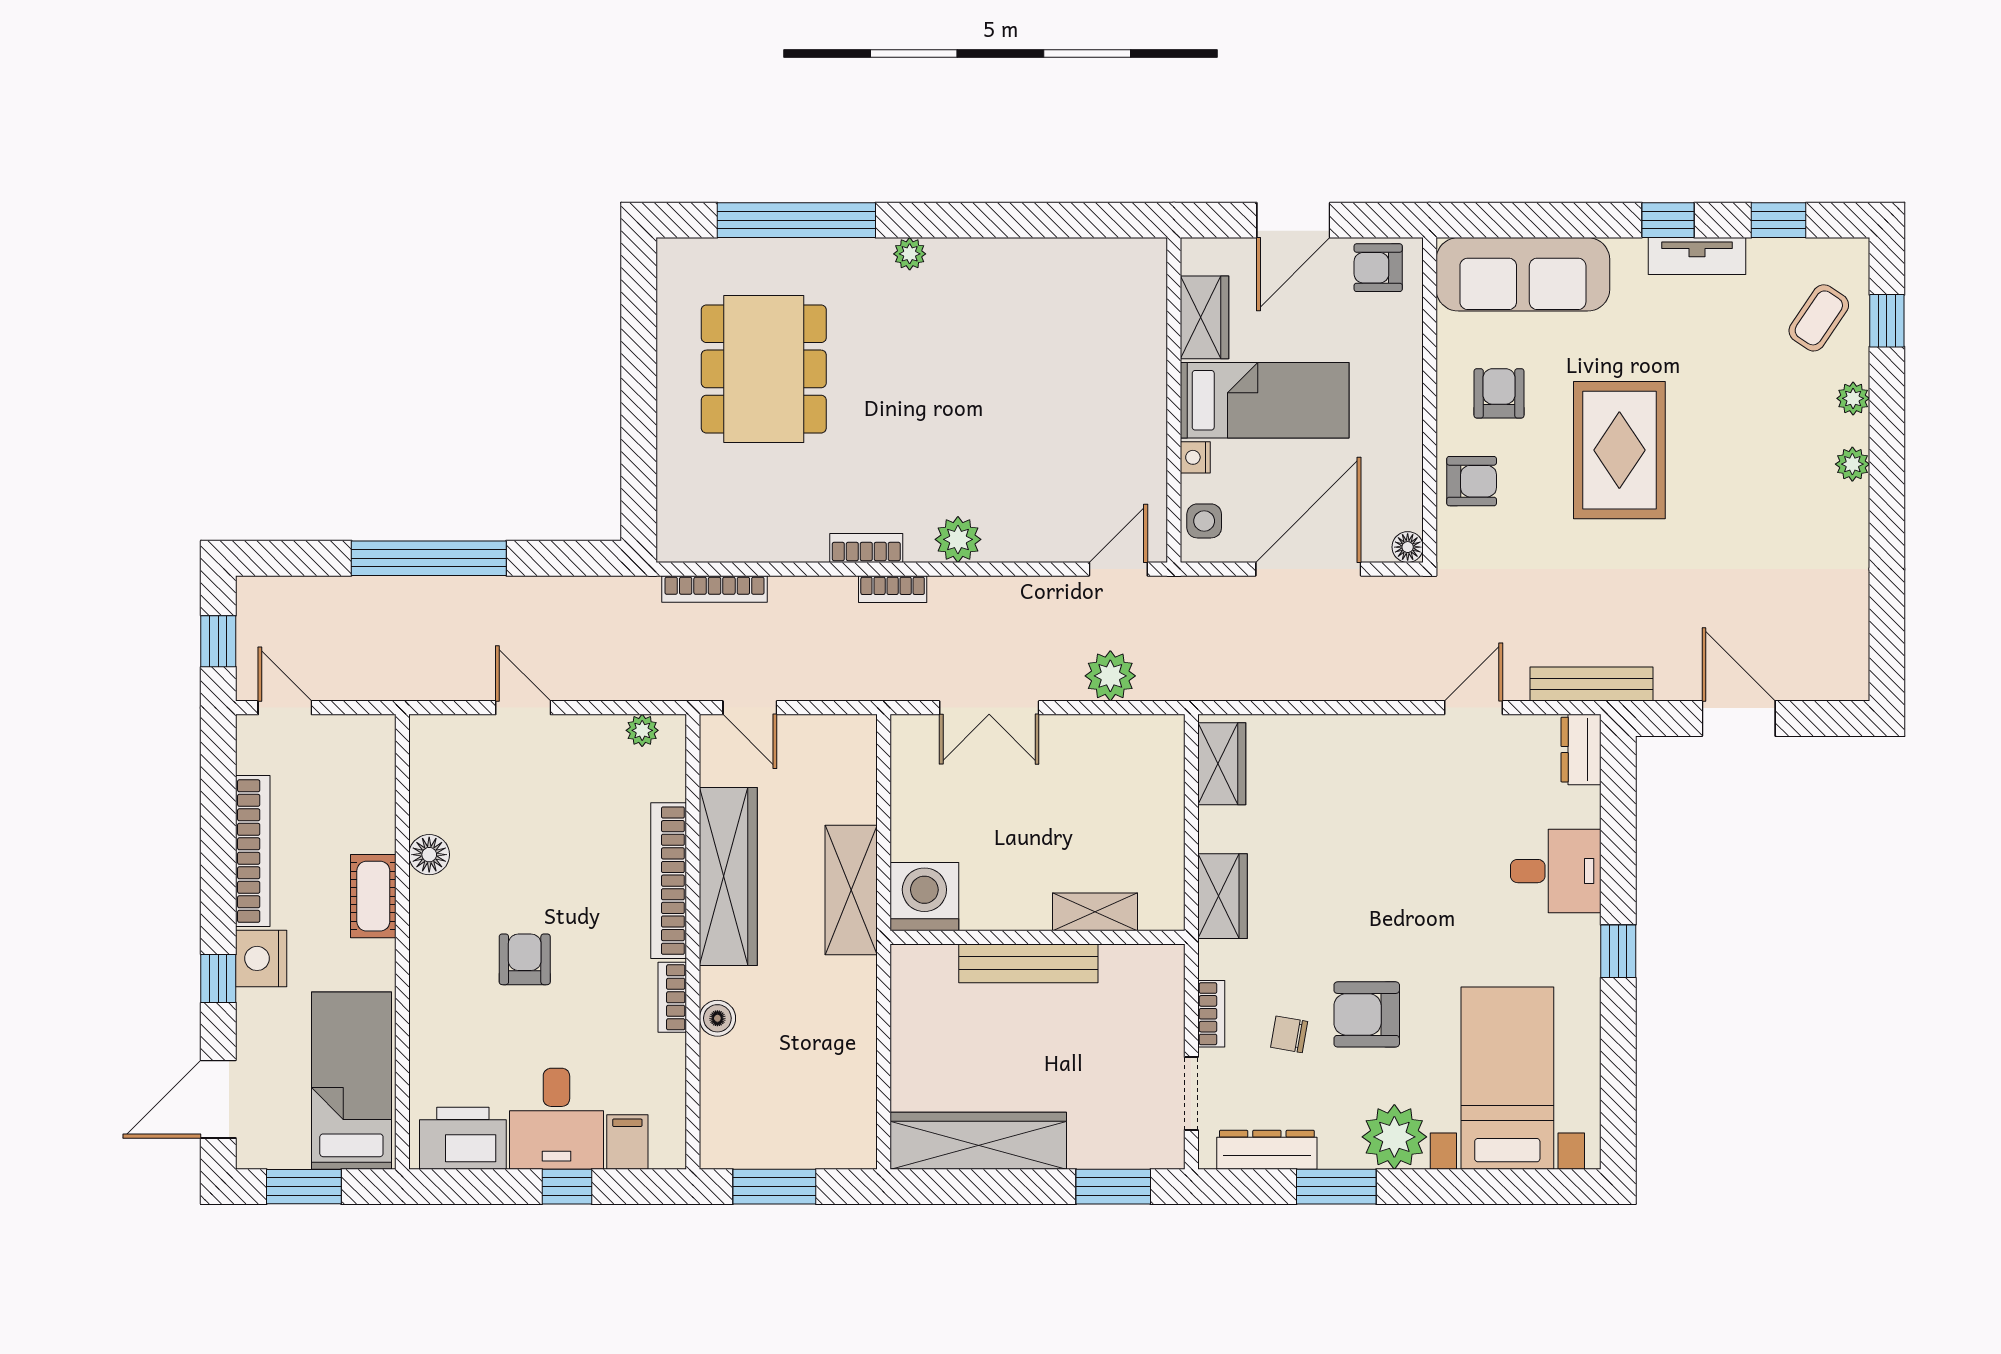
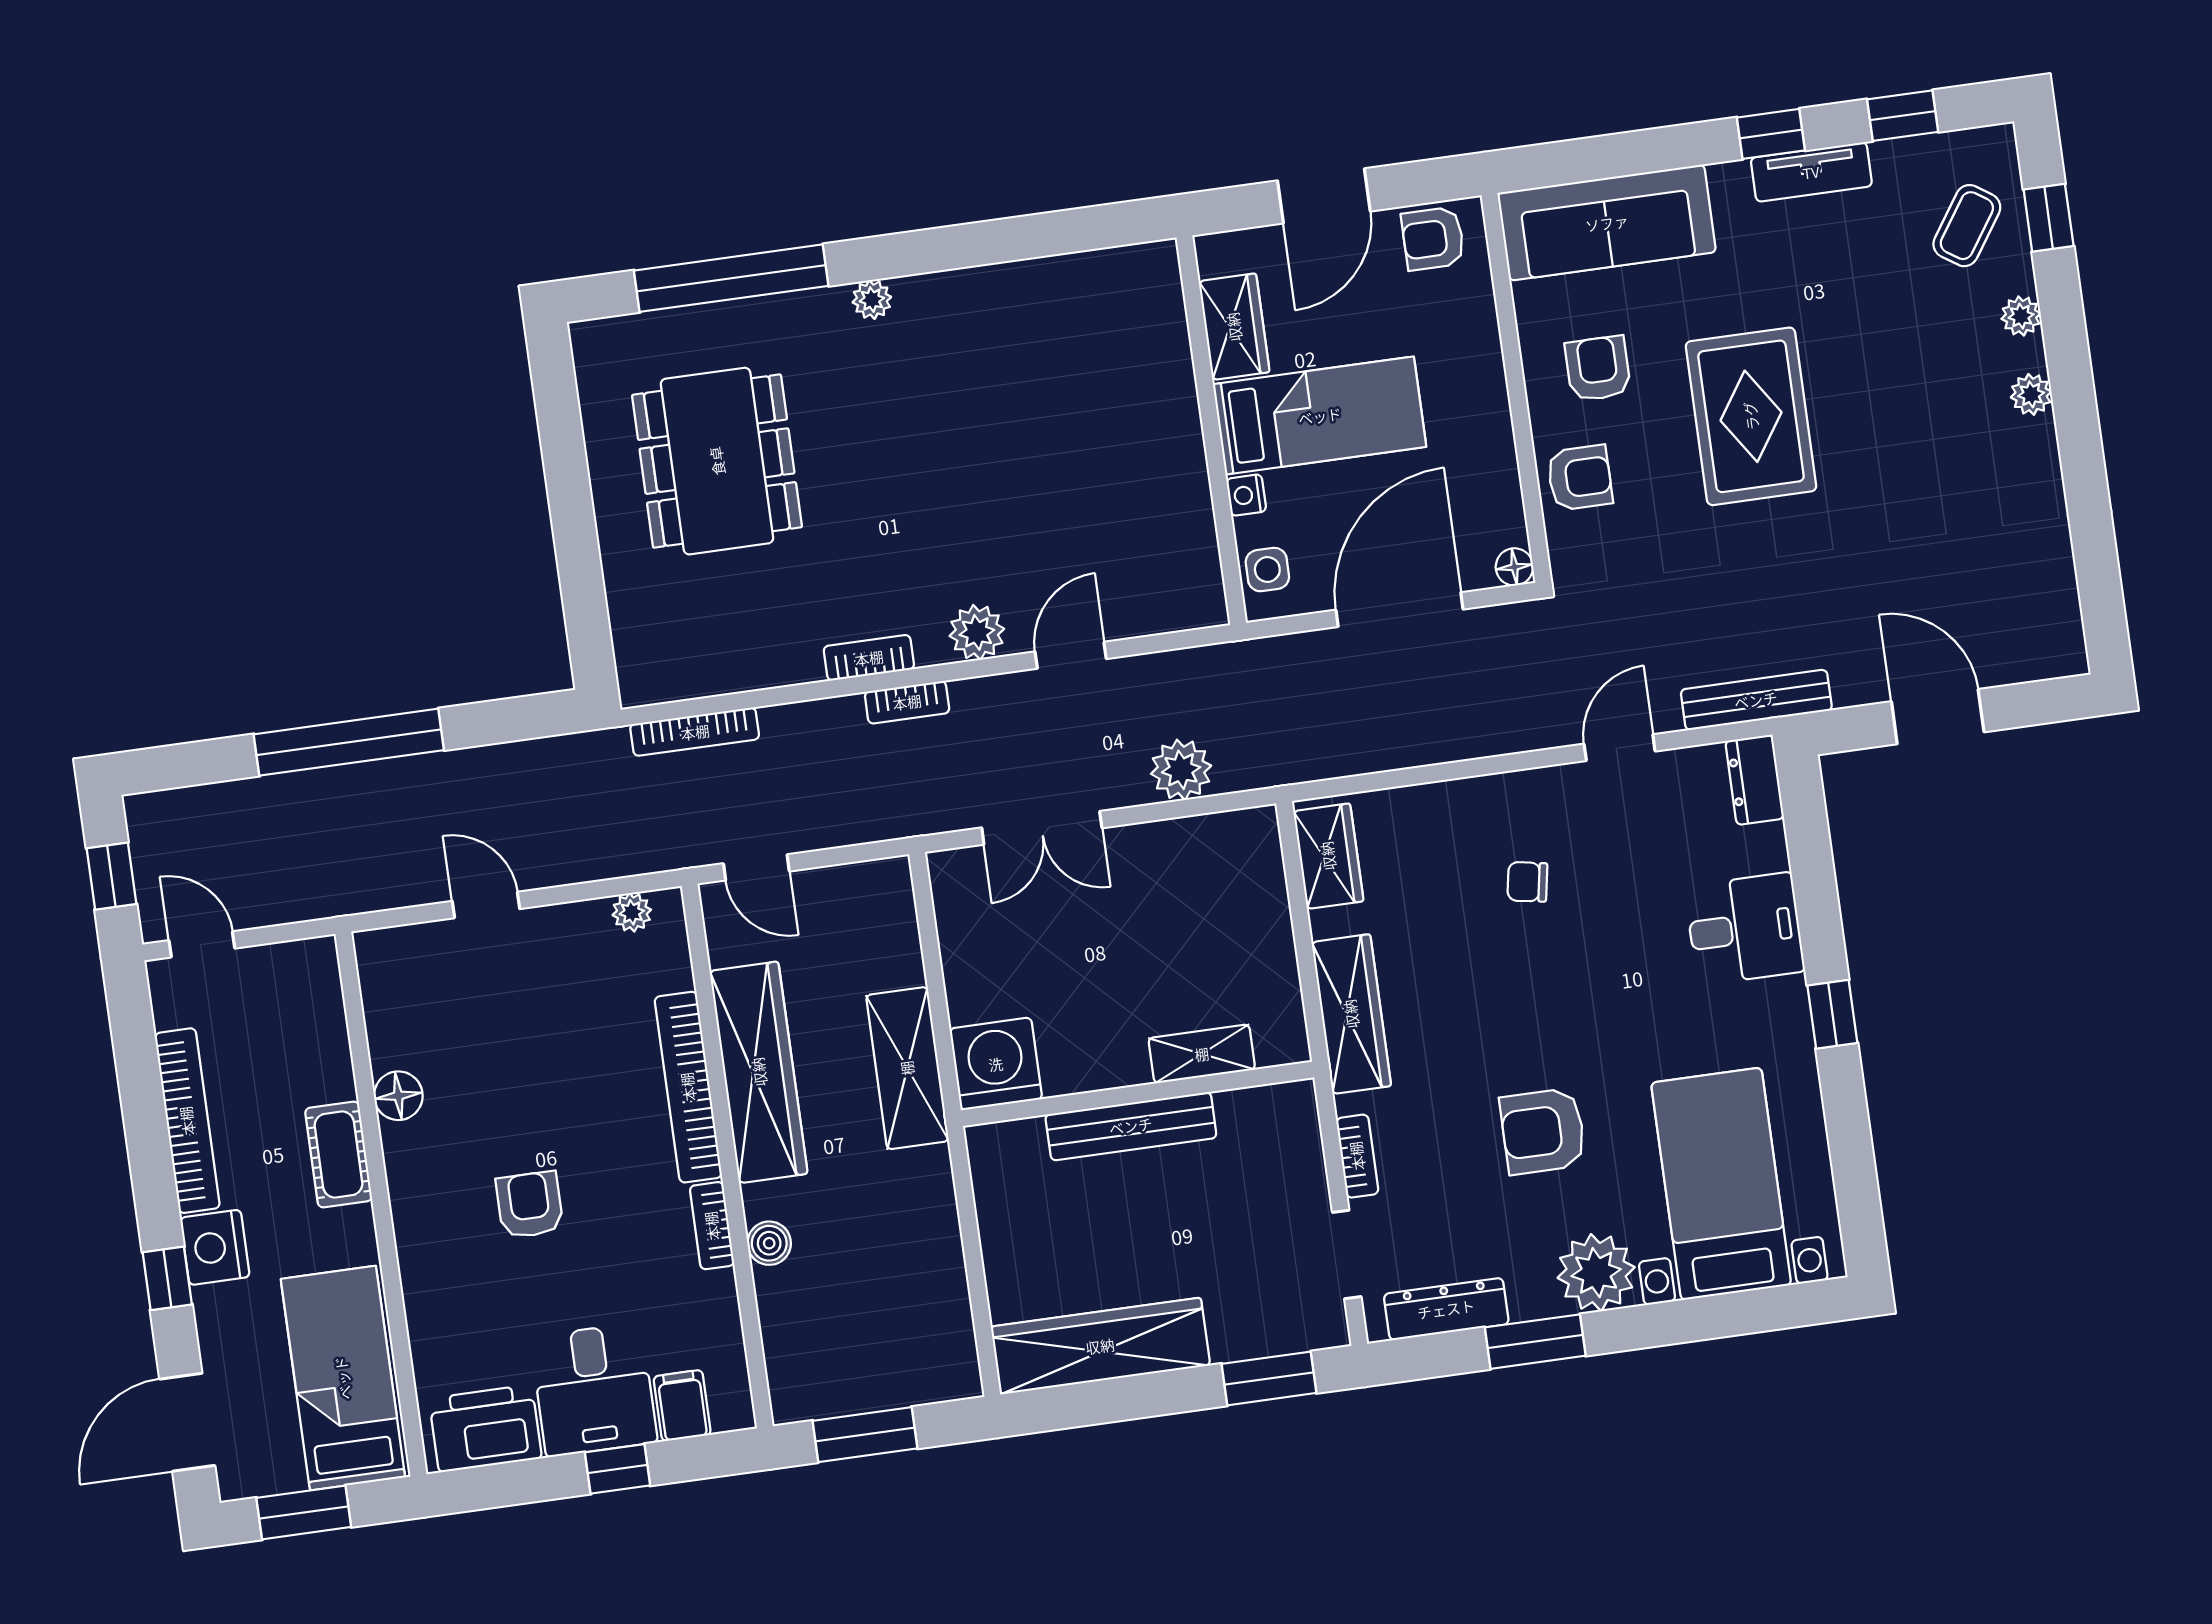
door: (1118, 569) -> (1071, 655), moved
wardrobe: (1222, 896) -> (1351, 1014), width x1.50
chair: (1289, 1034) -> (1527, 882), moved

